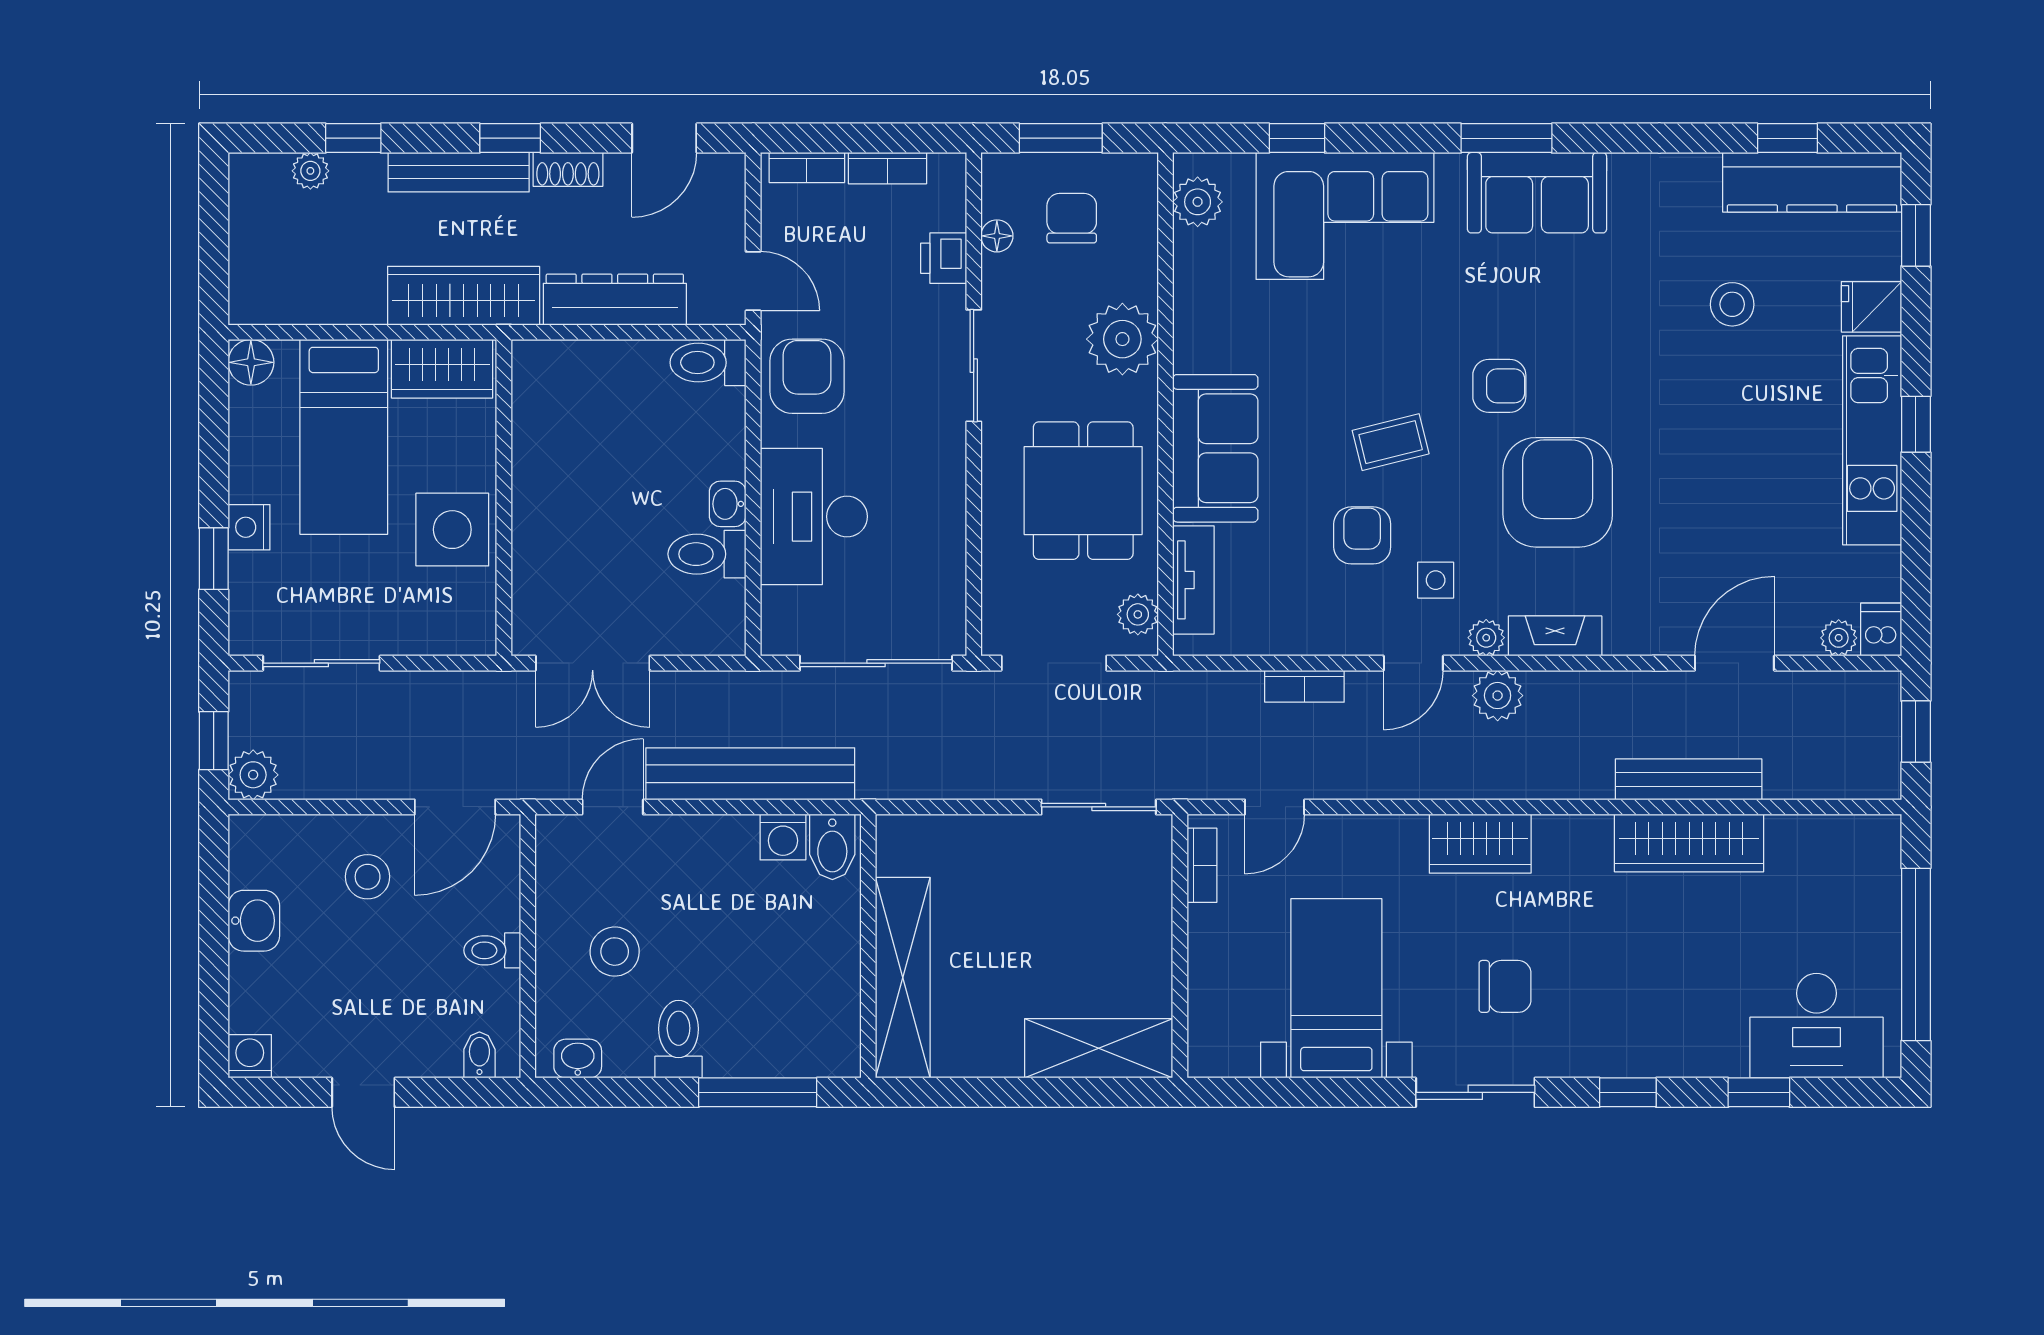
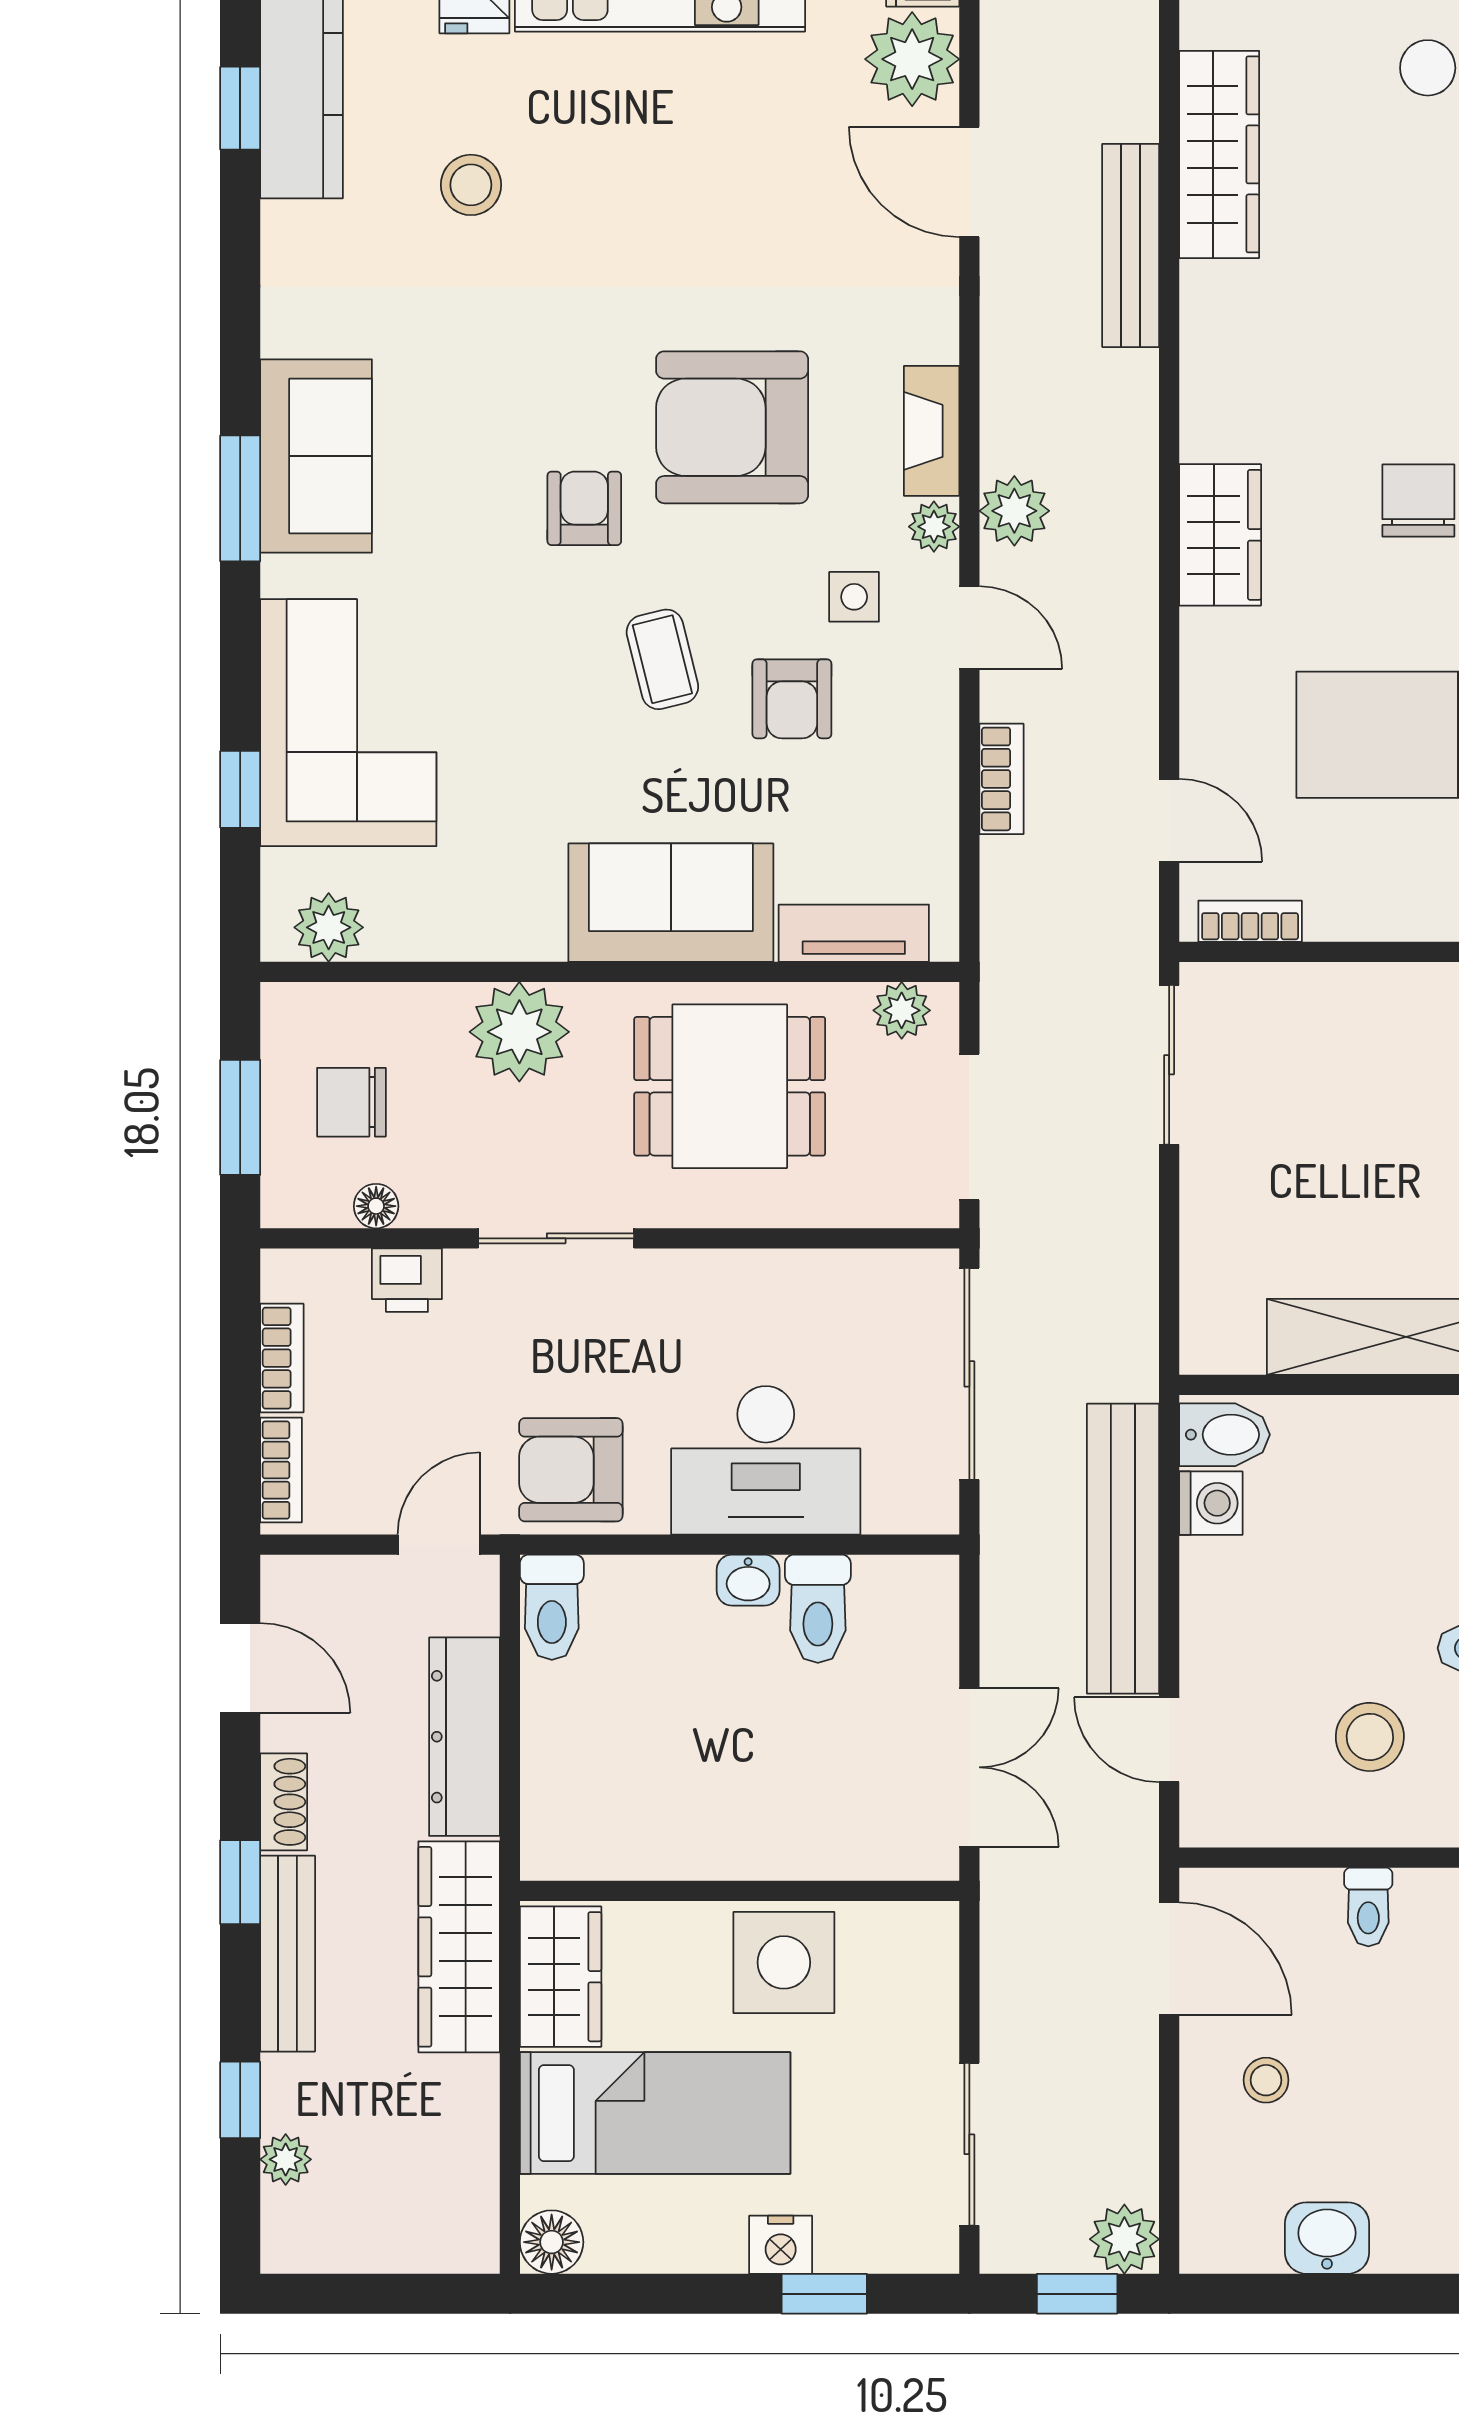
armchair: (1362, 535) -> (792, 699), turned -90
plant: (1839, 638) -> (912, 59), width x1.88, depth x1.88
wardrobe: (1689, 843) -> (1219, 154), moved
stool: (368, 877) -> (1266, 2080), width x0.73, depth x0.73

